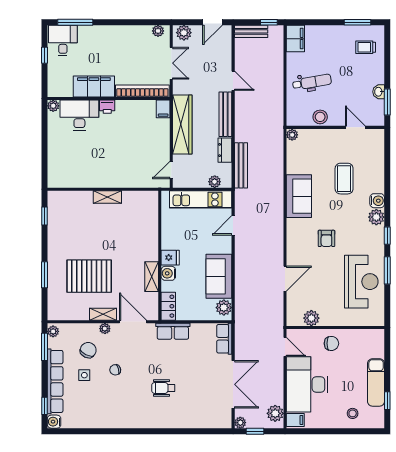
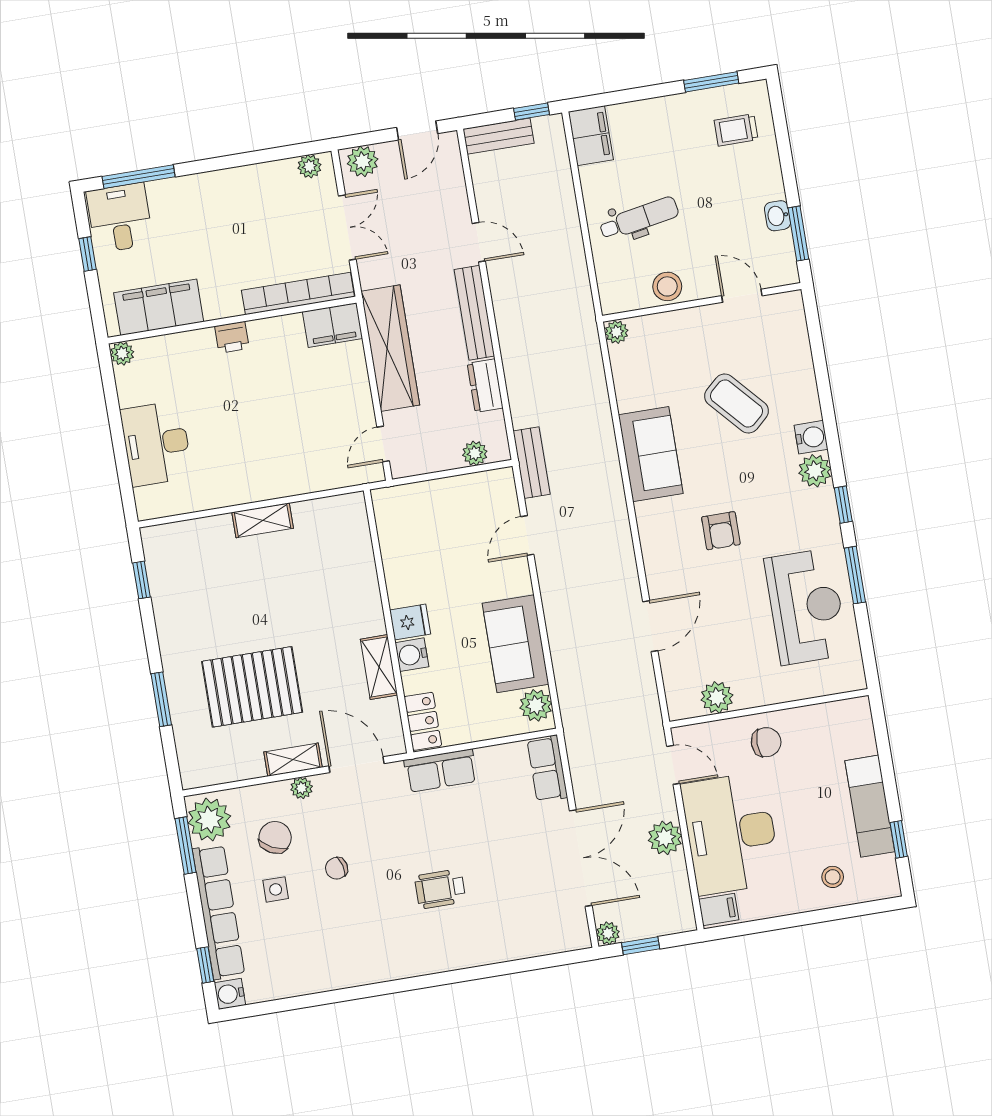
filing cabinet: (94, 86) -> (159, 307), moved
filing cabinet: (163, 109) -> (332, 325), width x2.00
desk: (79, 115) -> (156, 444), moved, turned -90
bench: (241, 165) -> (532, 463), moved, width x0.73
coffee table: (344, 179) -> (736, 404), turned -42
kitchen unit: (201, 199) -> (453, 494), removed
plant: (53, 331) -> (209, 820), width x1.88, depth x1.88
plant: (275, 413) -> (665, 838), moved

